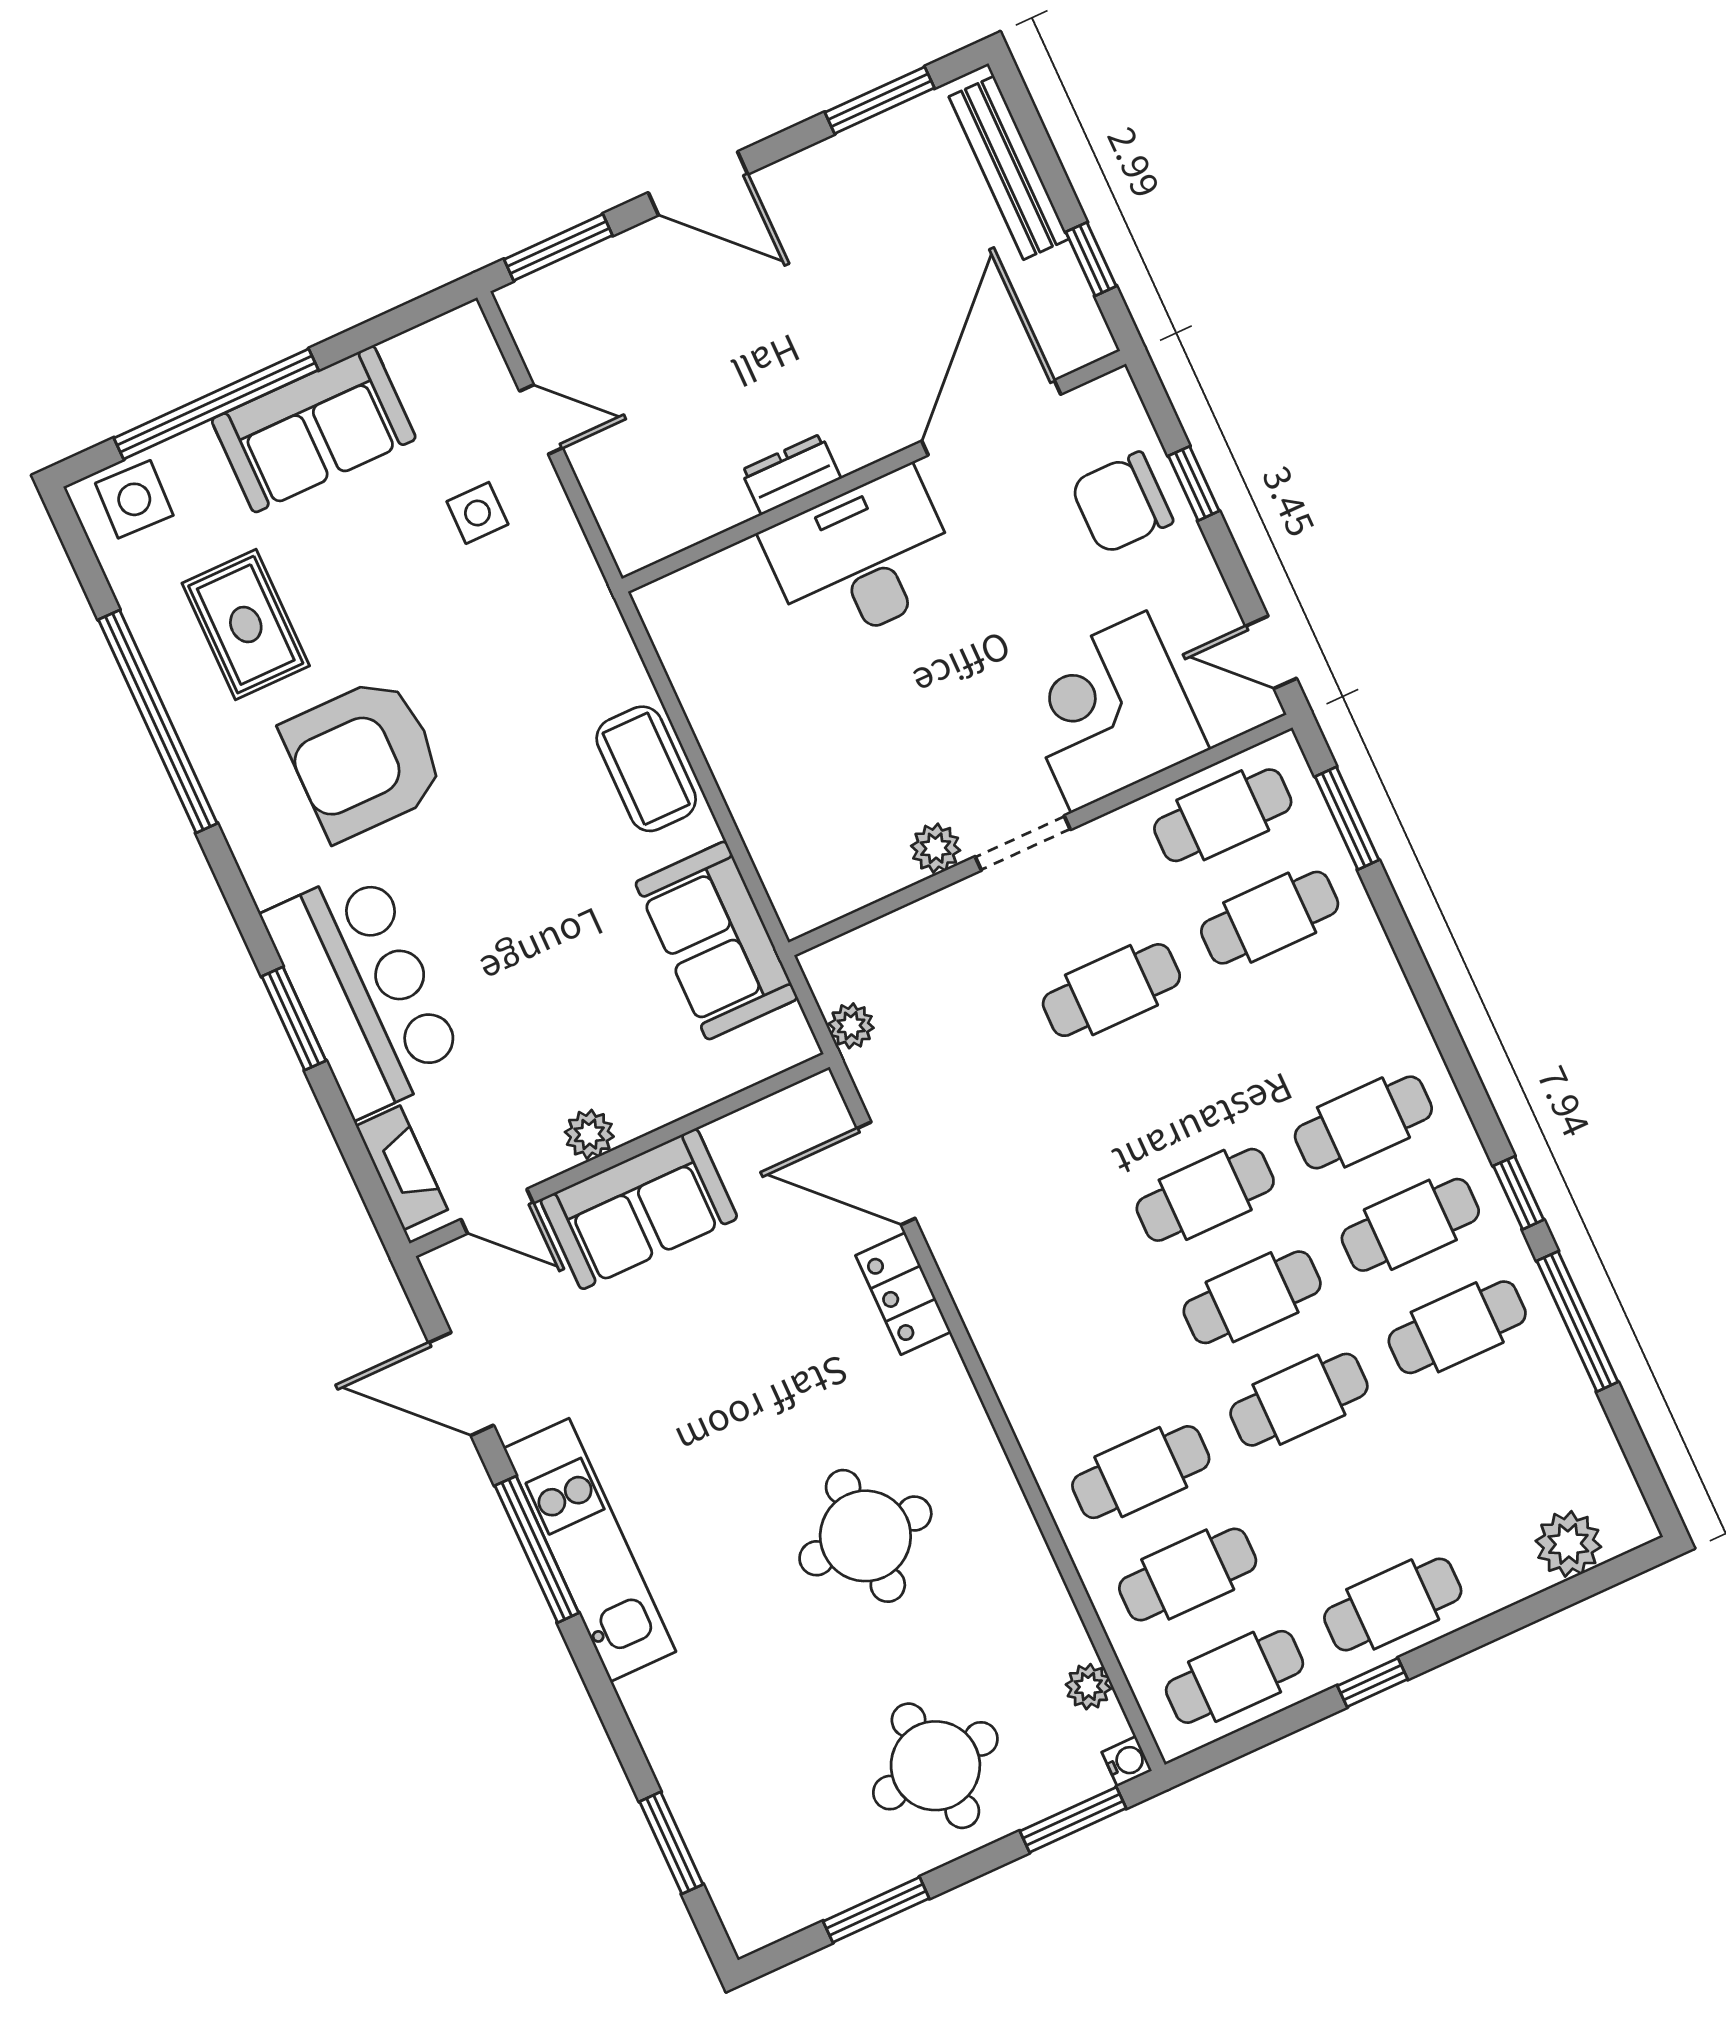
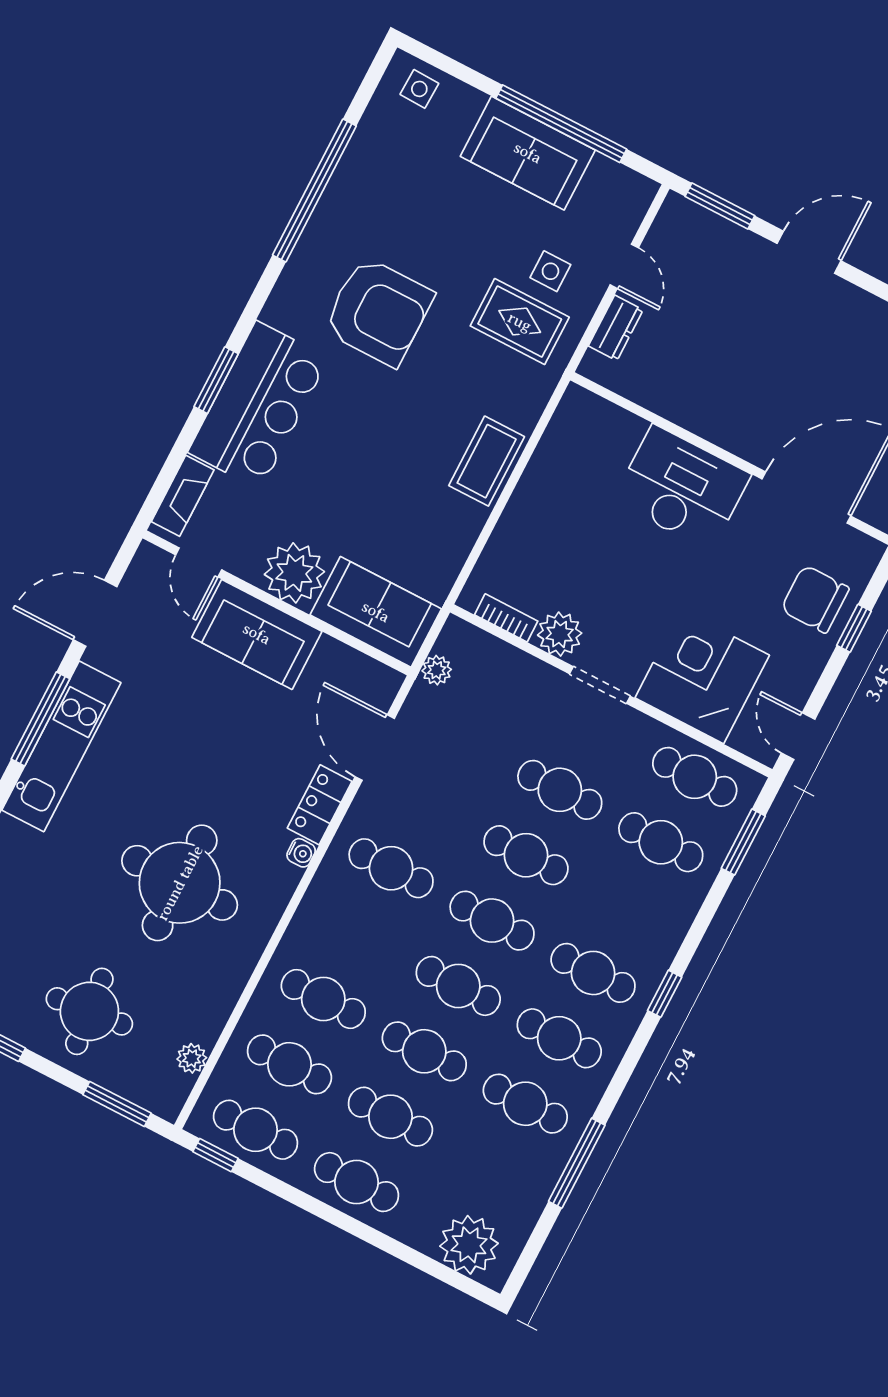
door: (698, 183) -> (809, 252), swing flipped
window: (216, 404) -> (561, 124), moved
dresser: (791, 474) -> (616, 328), moved, turned 90
side table: (134, 499) -> (419, 89), width x0.73, depth x0.73
rug: (246, 625) -> (520, 322), moved, turned 90
armchair: (364, 758) -> (378, 311), turned 180
plant: (936, 848) -> (560, 634), width x1.38, depth x1.38
bookcase: (854, 893) -> (506, 618), added
sofa: (716, 940) -> (376, 612), moved, turned 90
cafe table: (1158, 1092) -> (526, 855), added
plant: (589, 1134) -> (294, 573), width x1.87, depth x1.87
window: (1519, 1193) -> (665, 994), moved
cafe table: (1047, 1267) -> (391, 868), added
door: (461, 1384) -> (95, 613), hinge flipped
cafe table: (1346, 1502) -> (390, 1117), added
round table: (865, 1536) -> (180, 883), width x1.36, depth x1.36
plant: (1568, 1544) -> (469, 1245), width x1.36, depth x1.36
window: (1373, 1683) -> (215, 1155), moved
water cooler: (1127, 1761) -> (301, 853), moved

